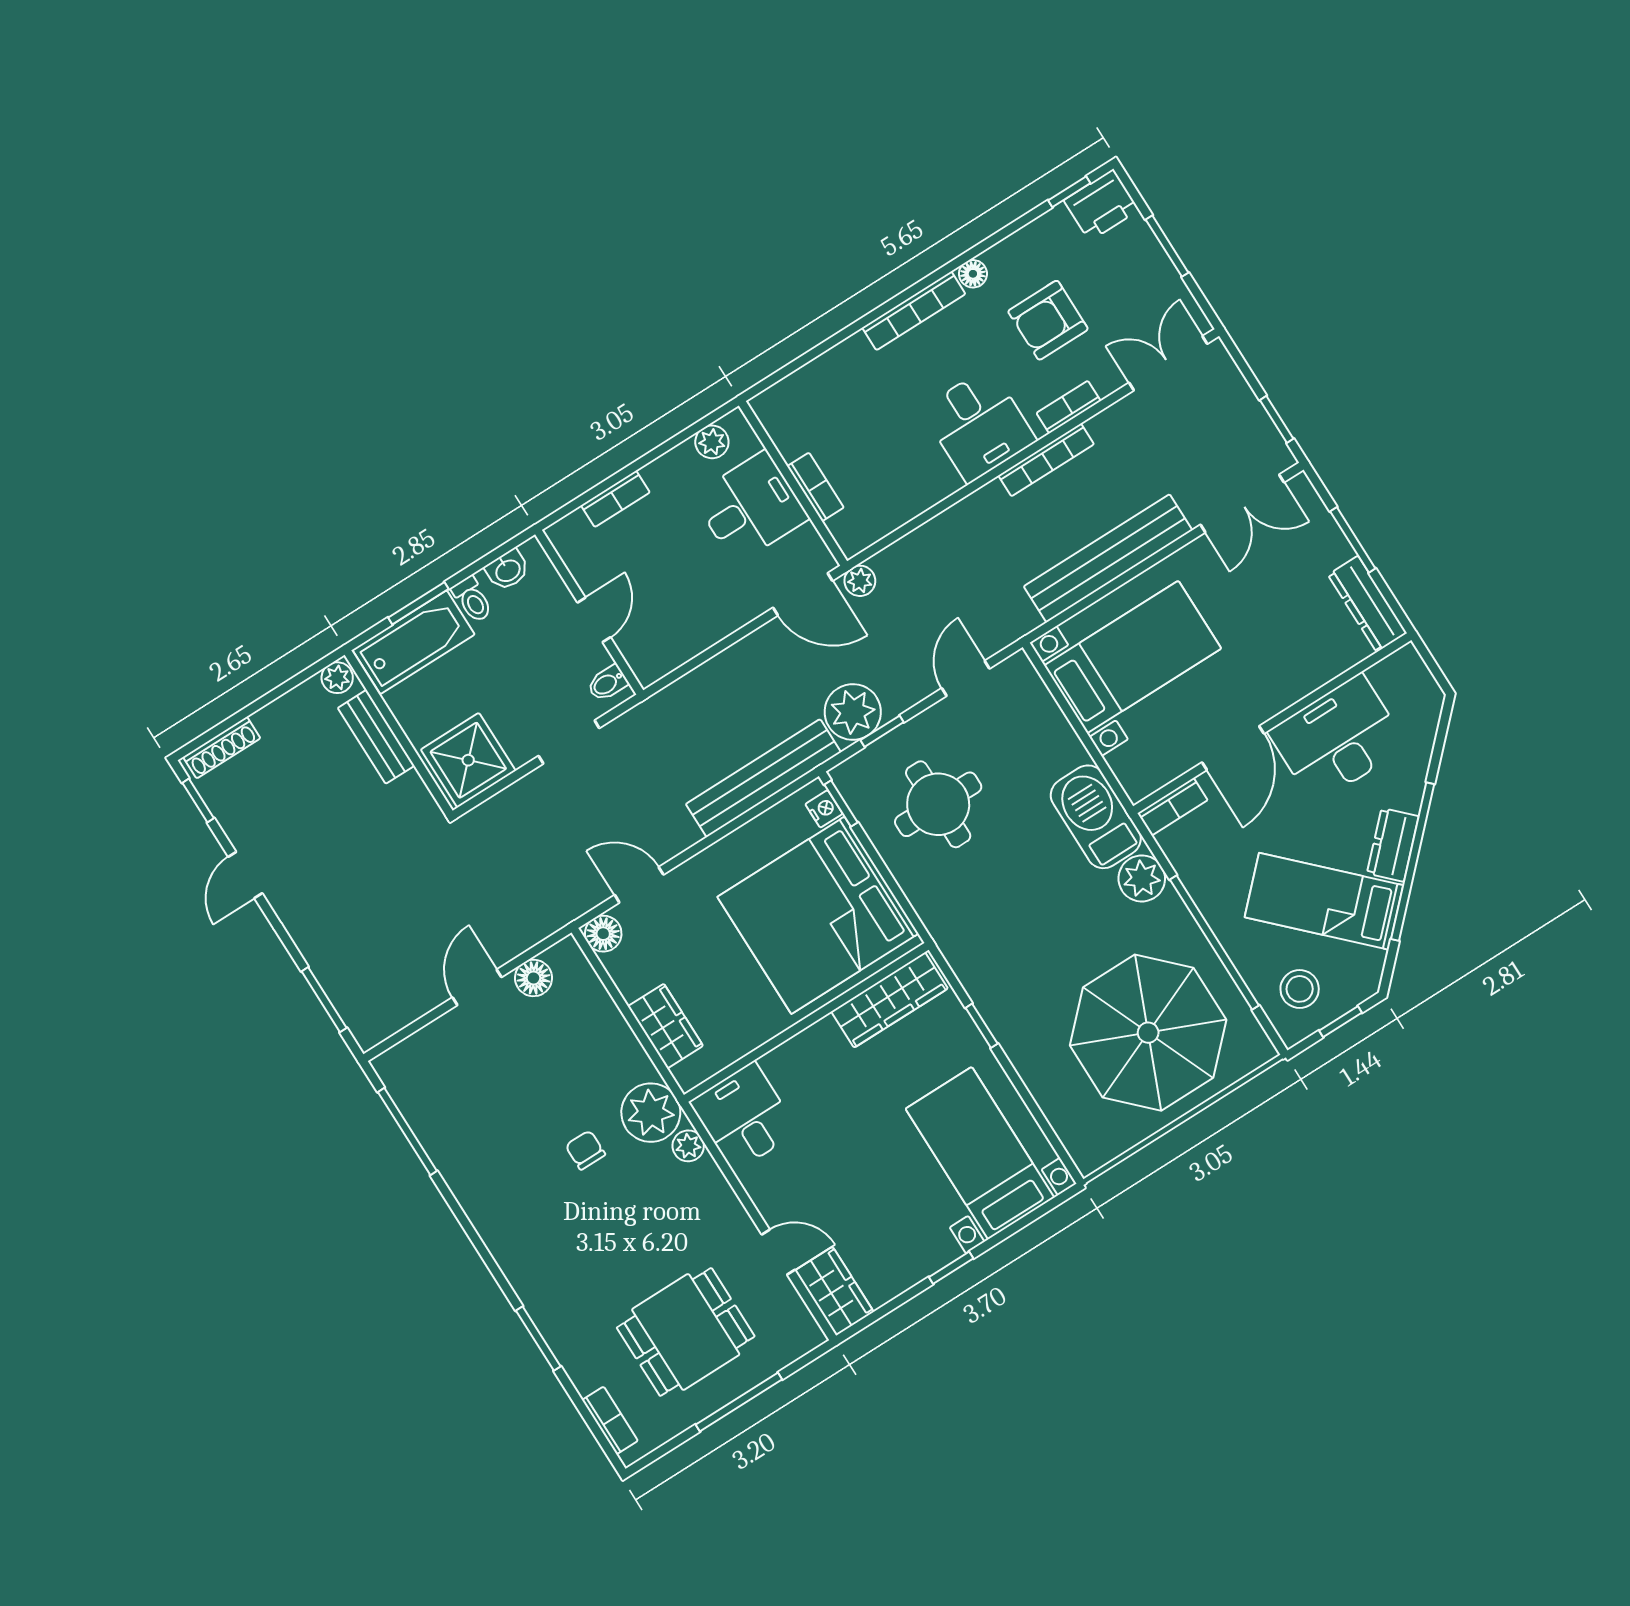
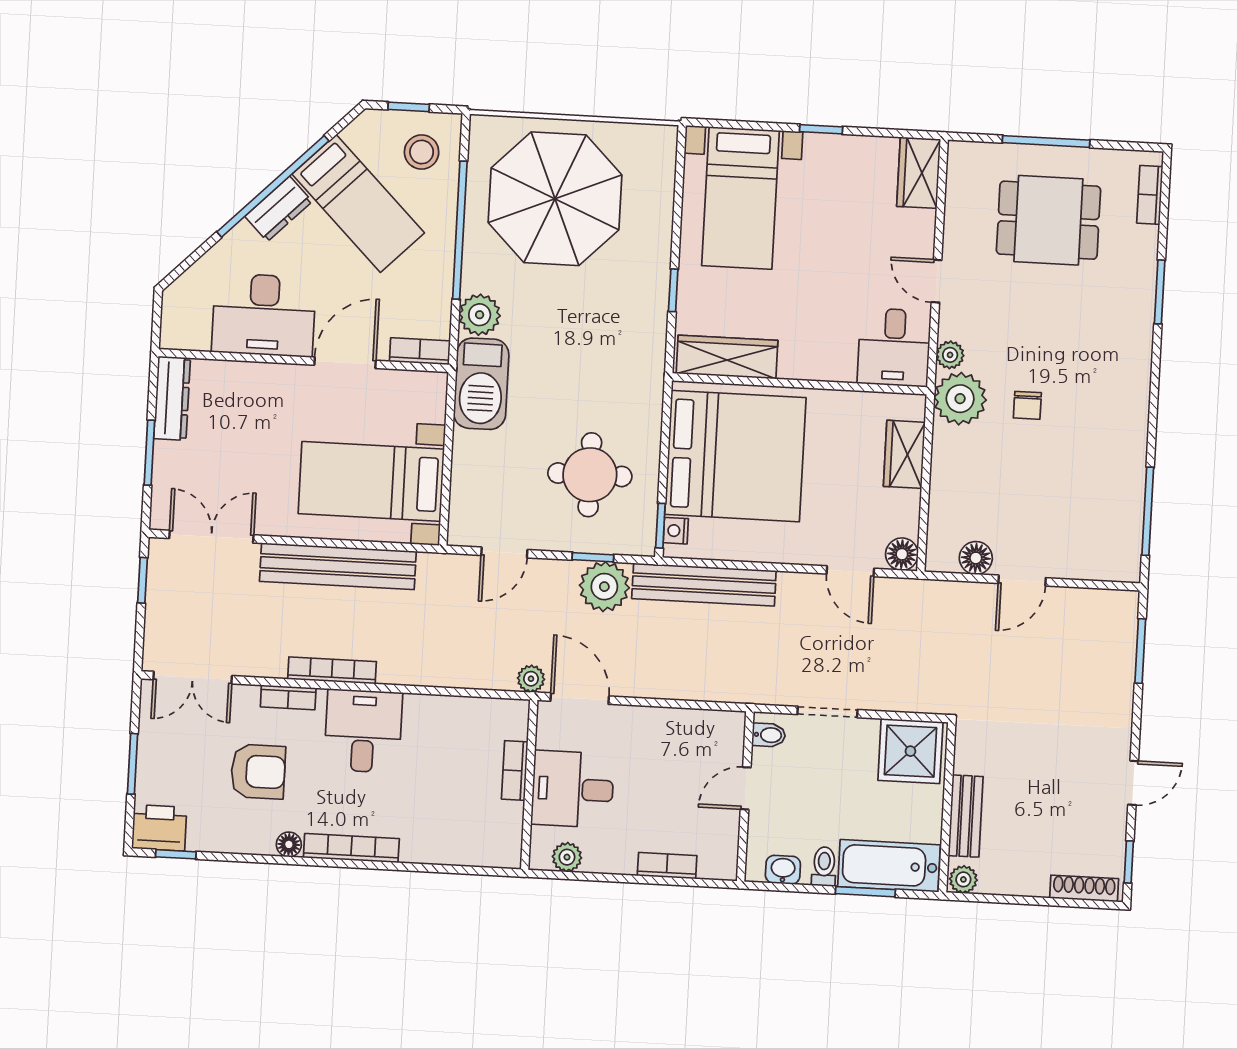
door: (778, 1252) -> (937, 281), moved

